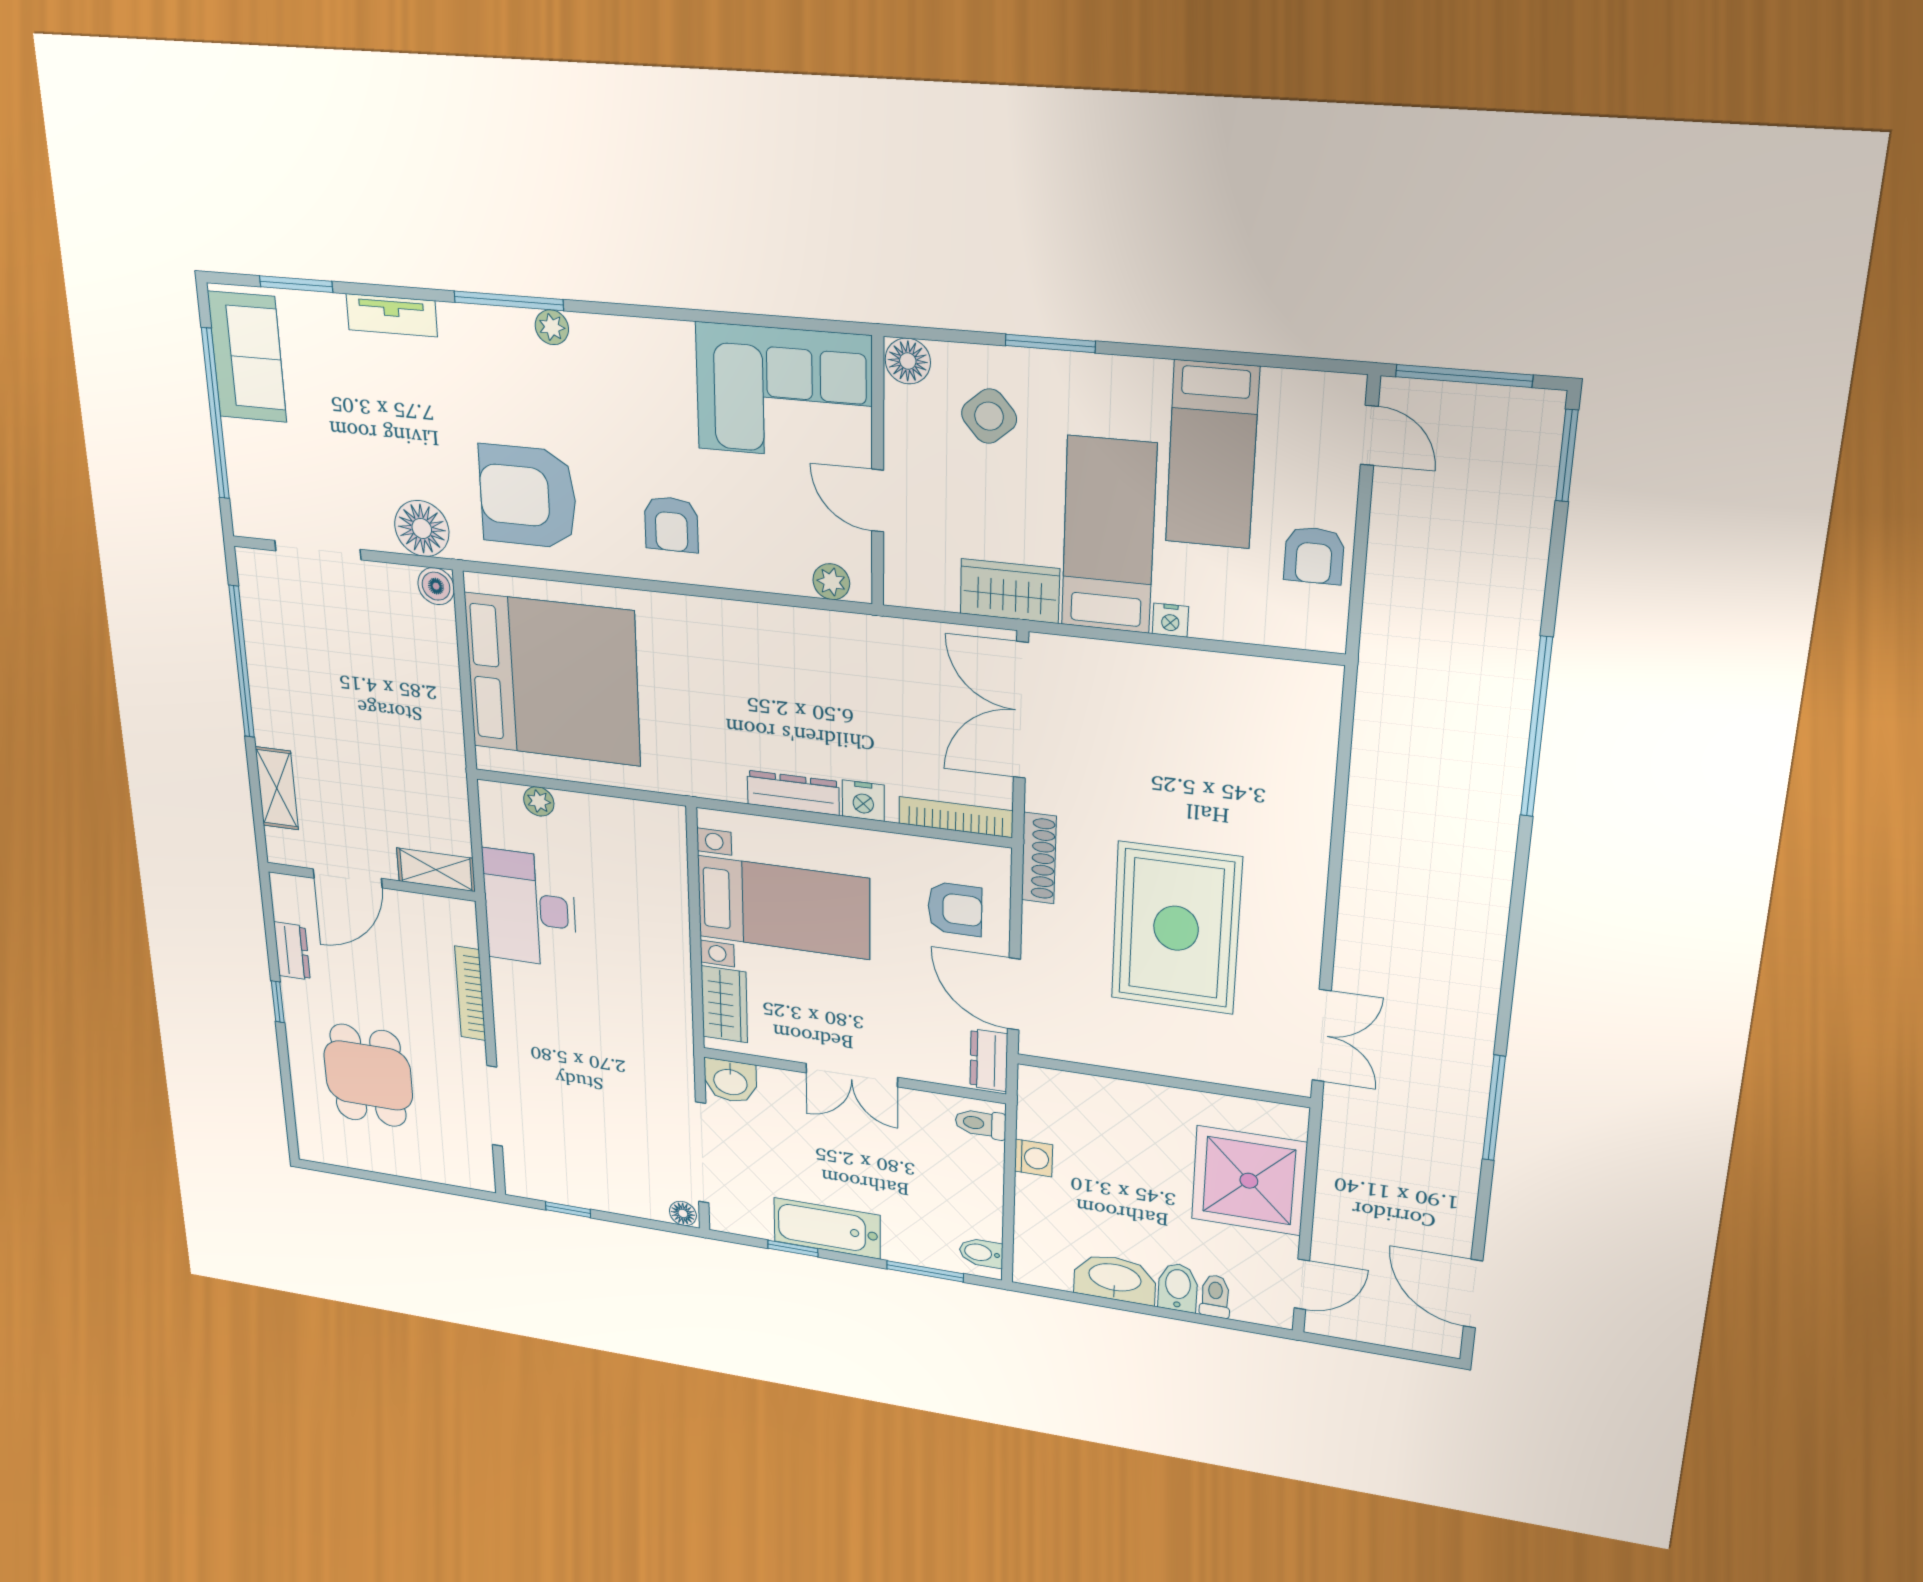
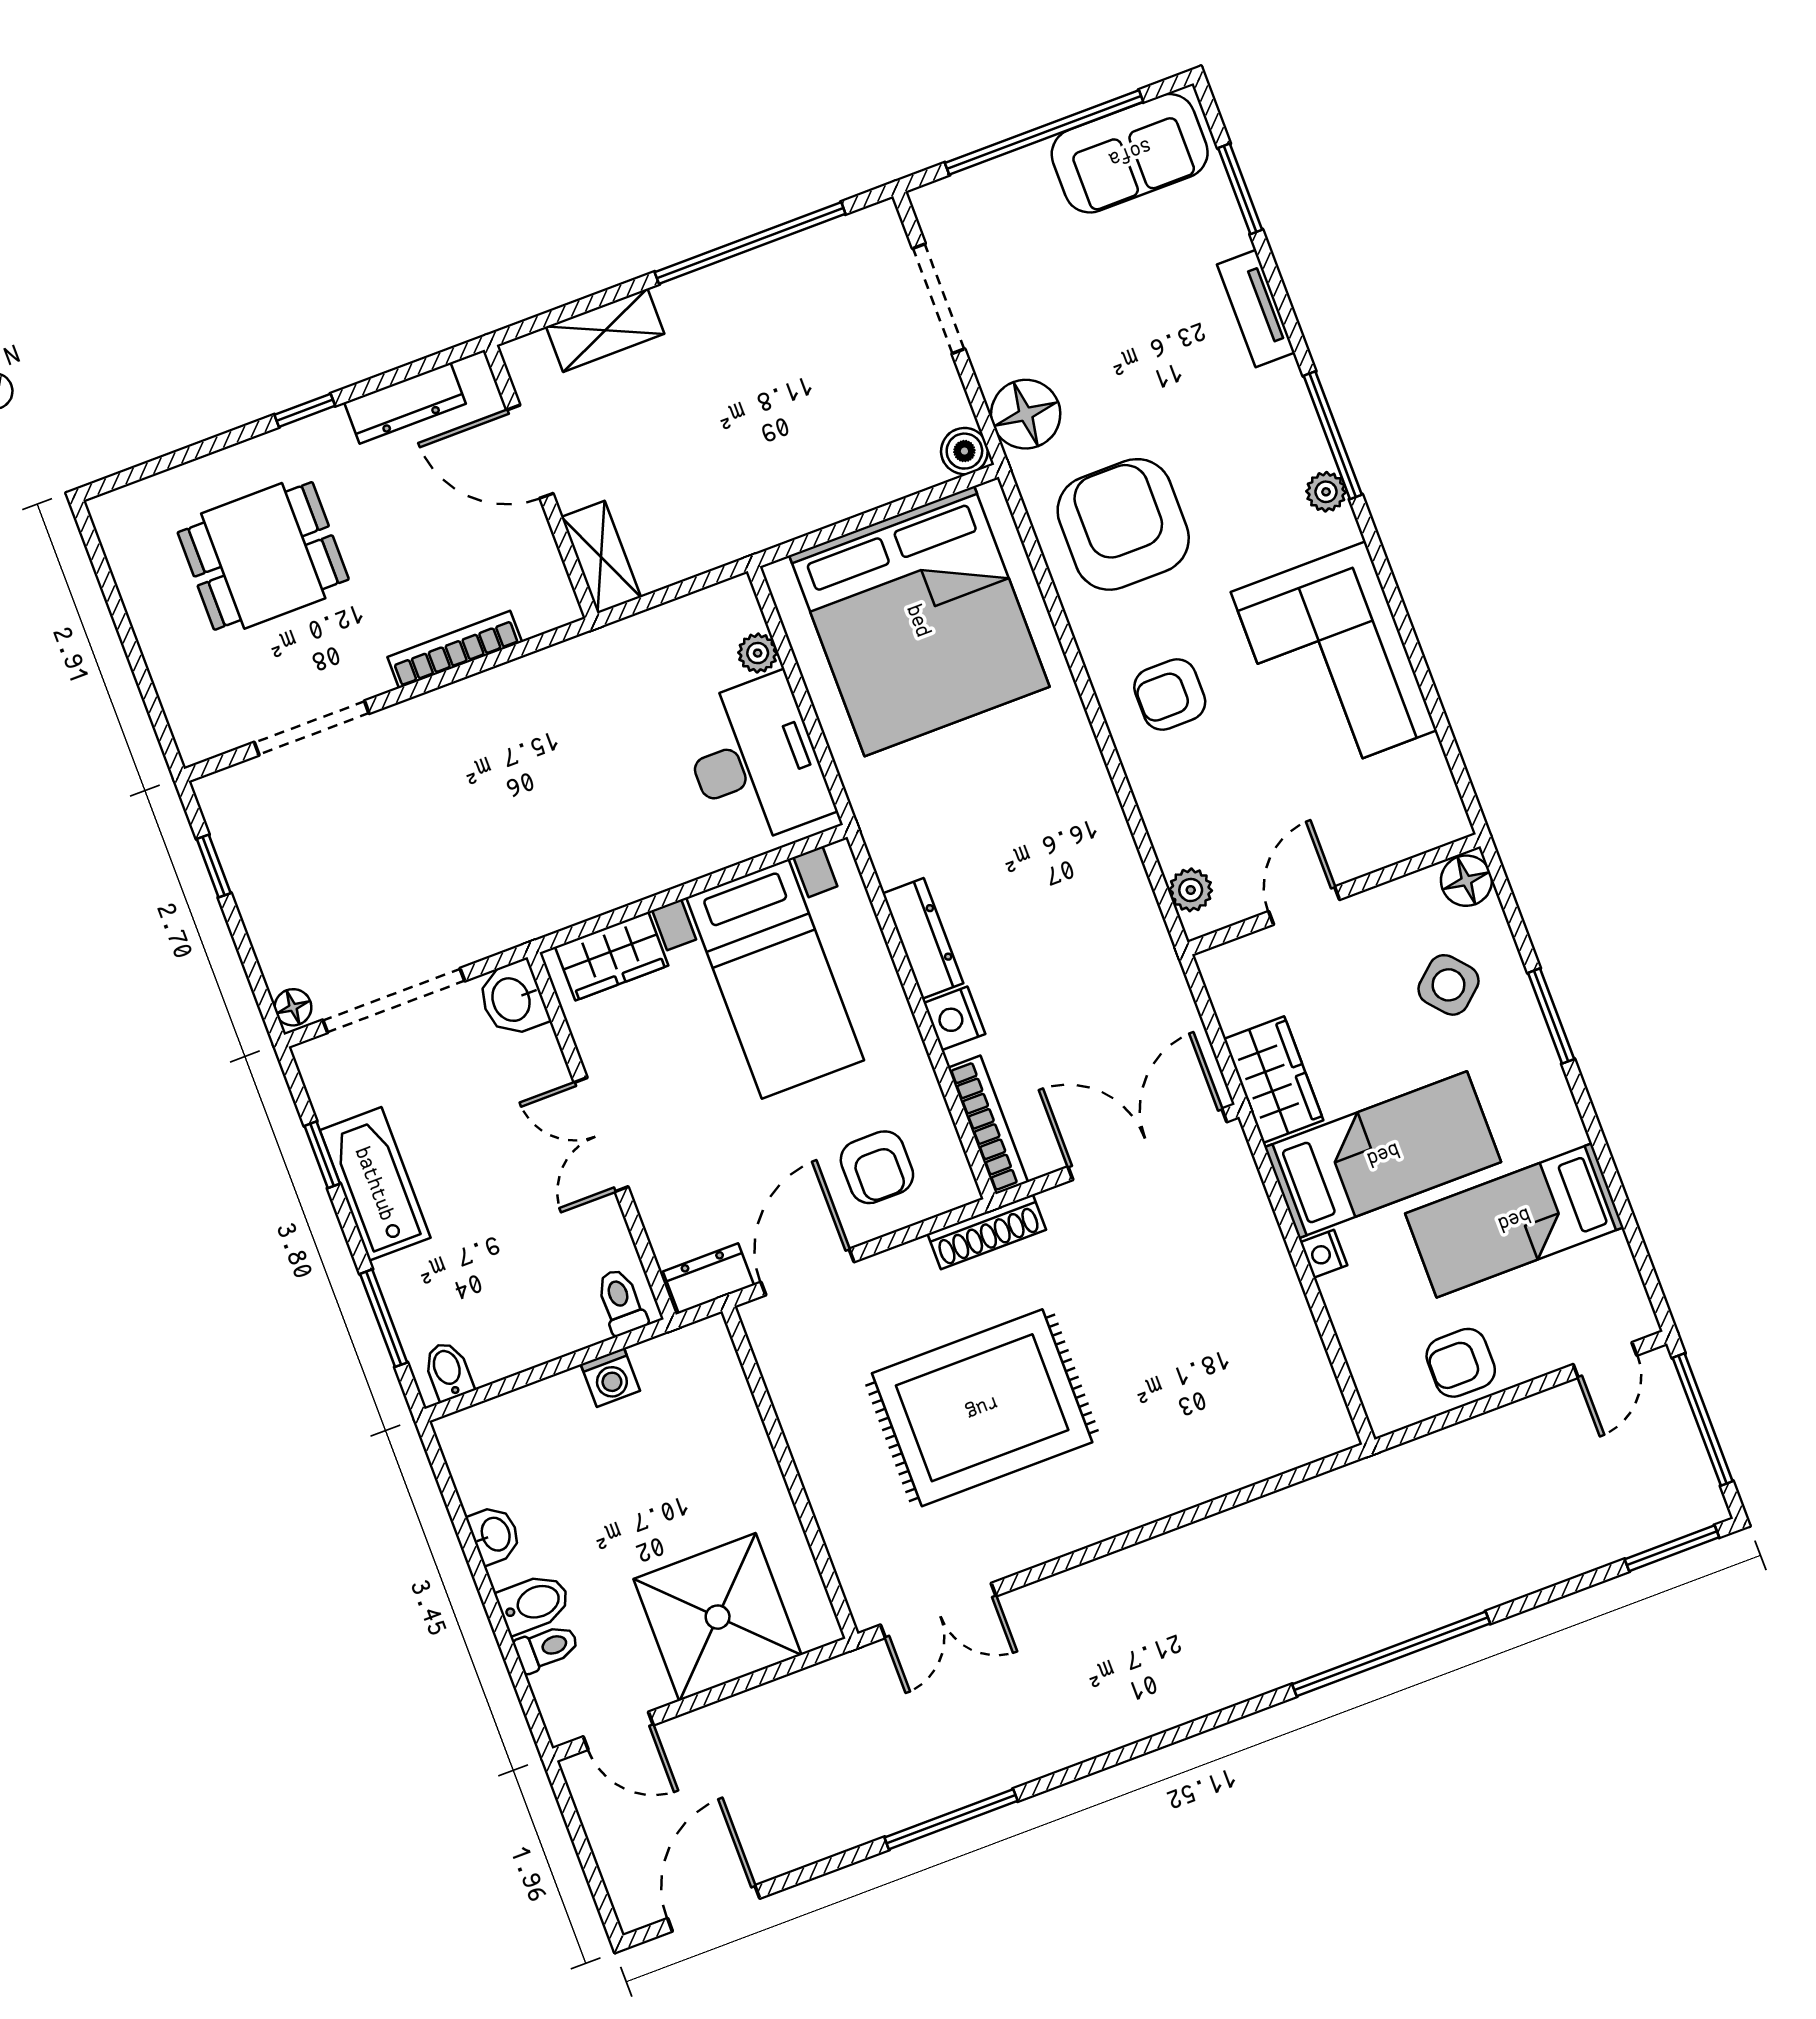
corner sofa: (784, 393) -> (1334, 661), moved
desk: (530, 909) -> (755, 761), moved, turned 90
dresser: (292, 951) -> (405, 403), width x1.44
washbasin: (1115, 1279) -> (495, 1535), width x0.52, depth x0.69

